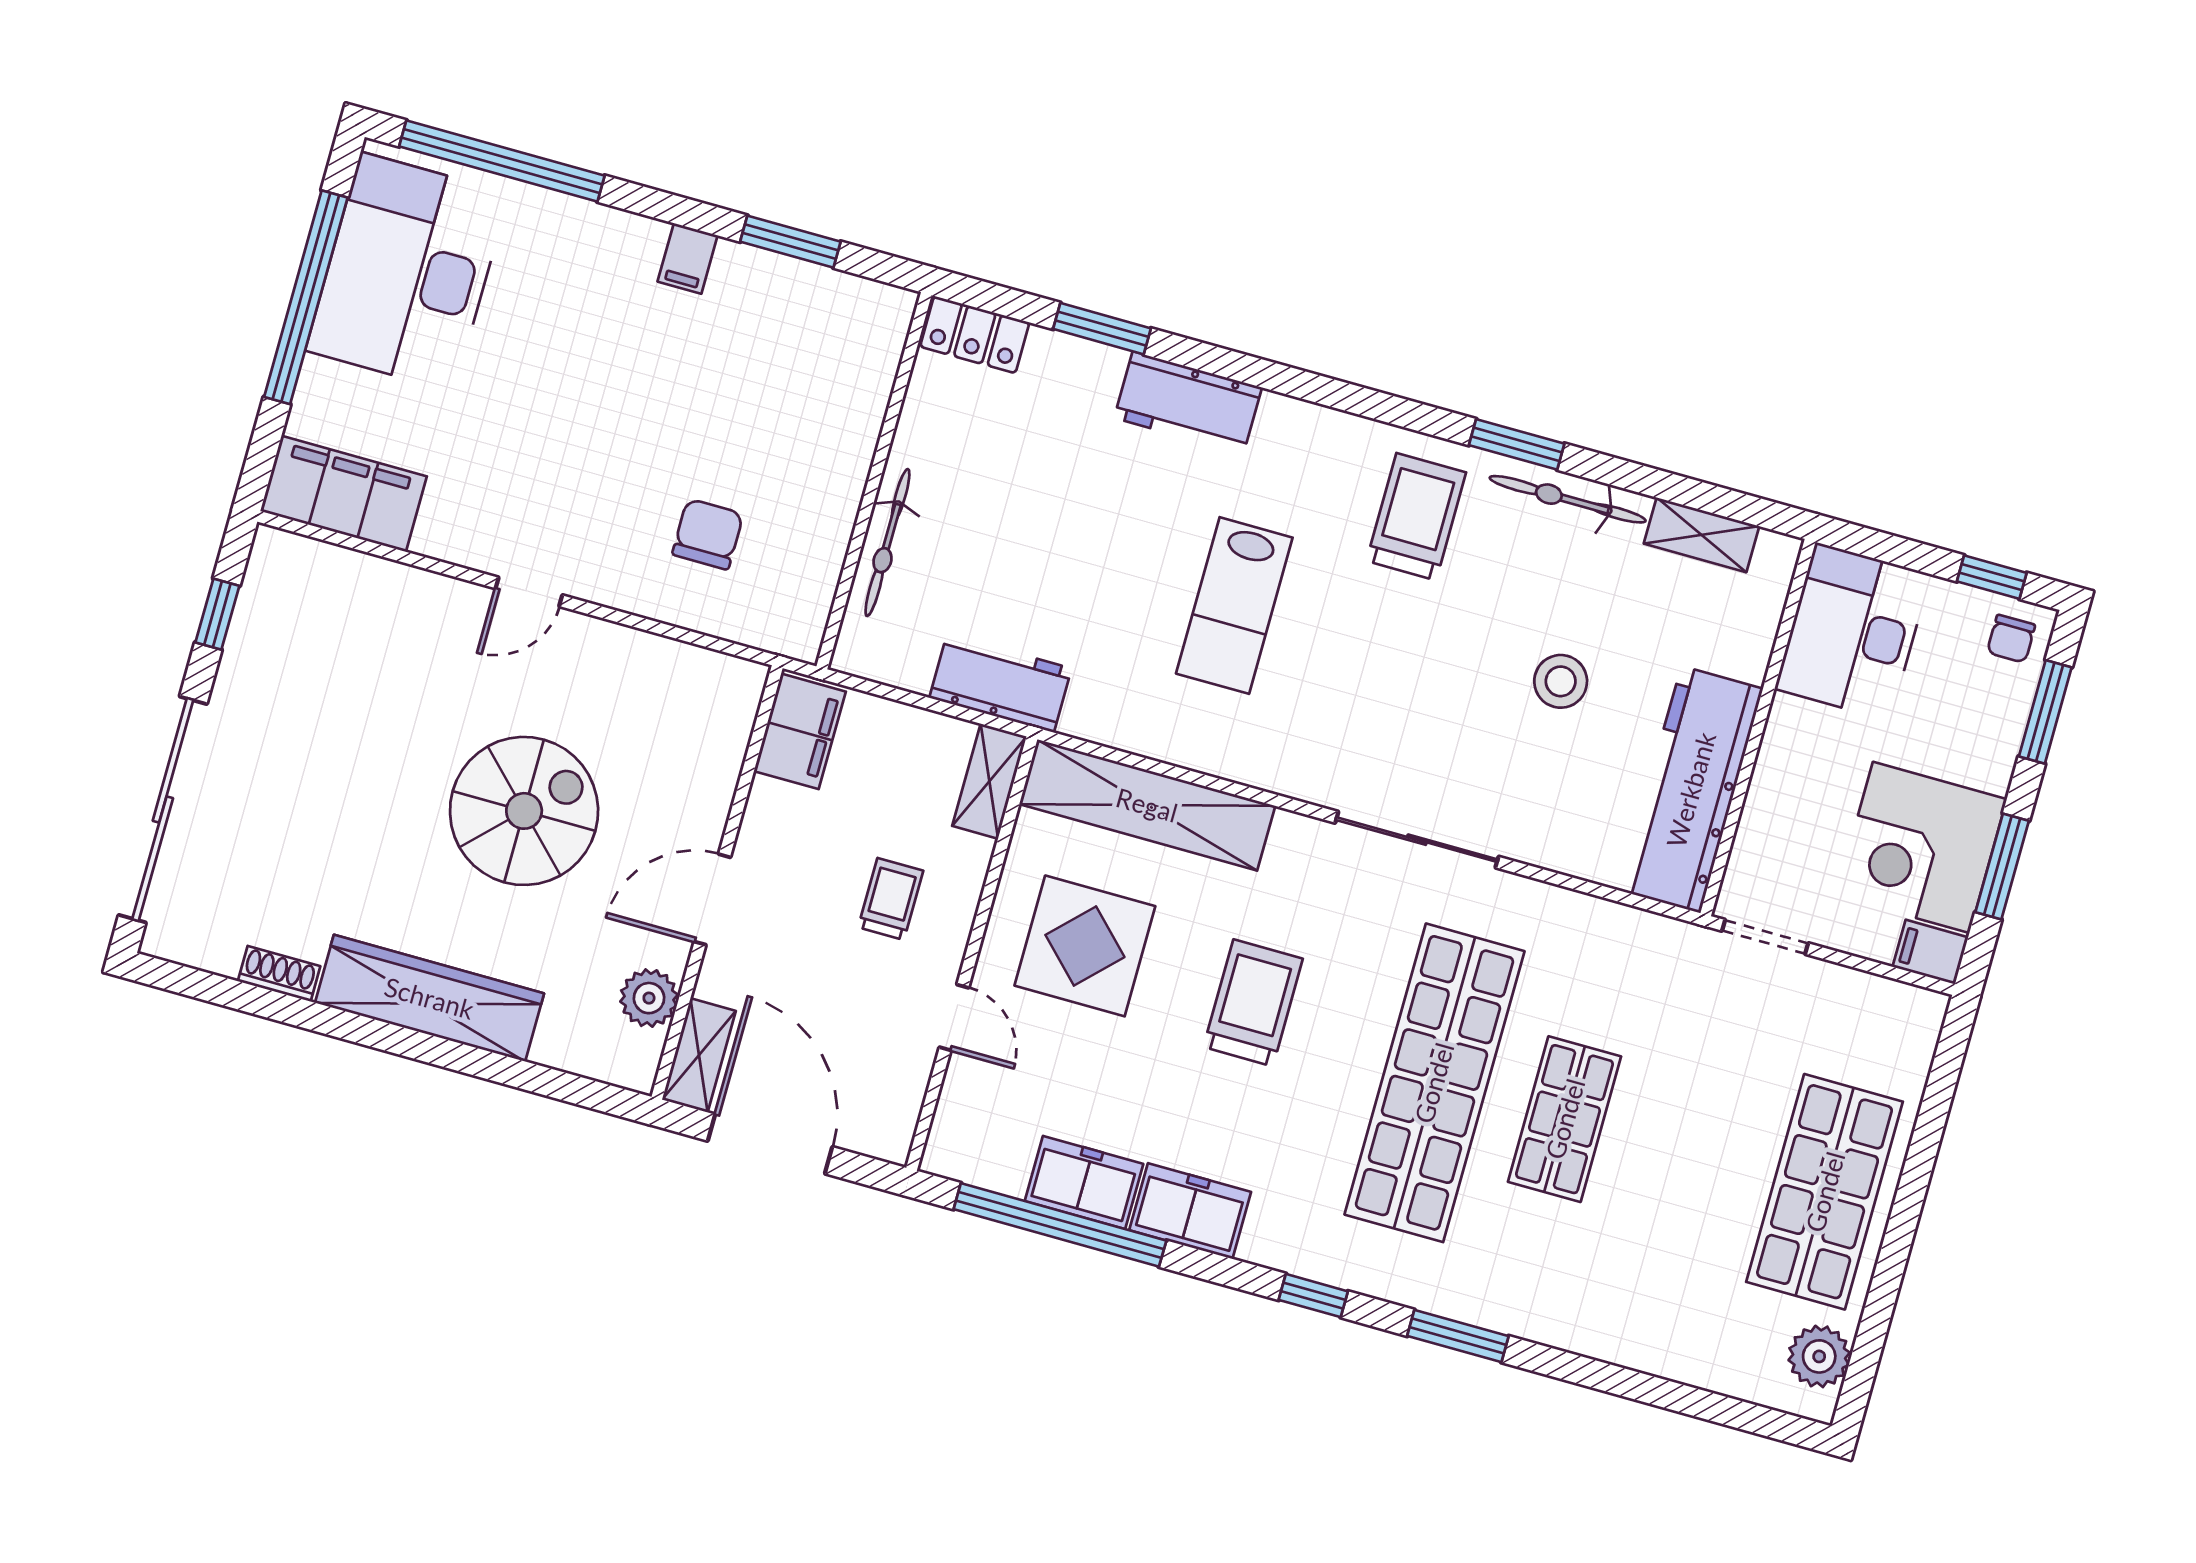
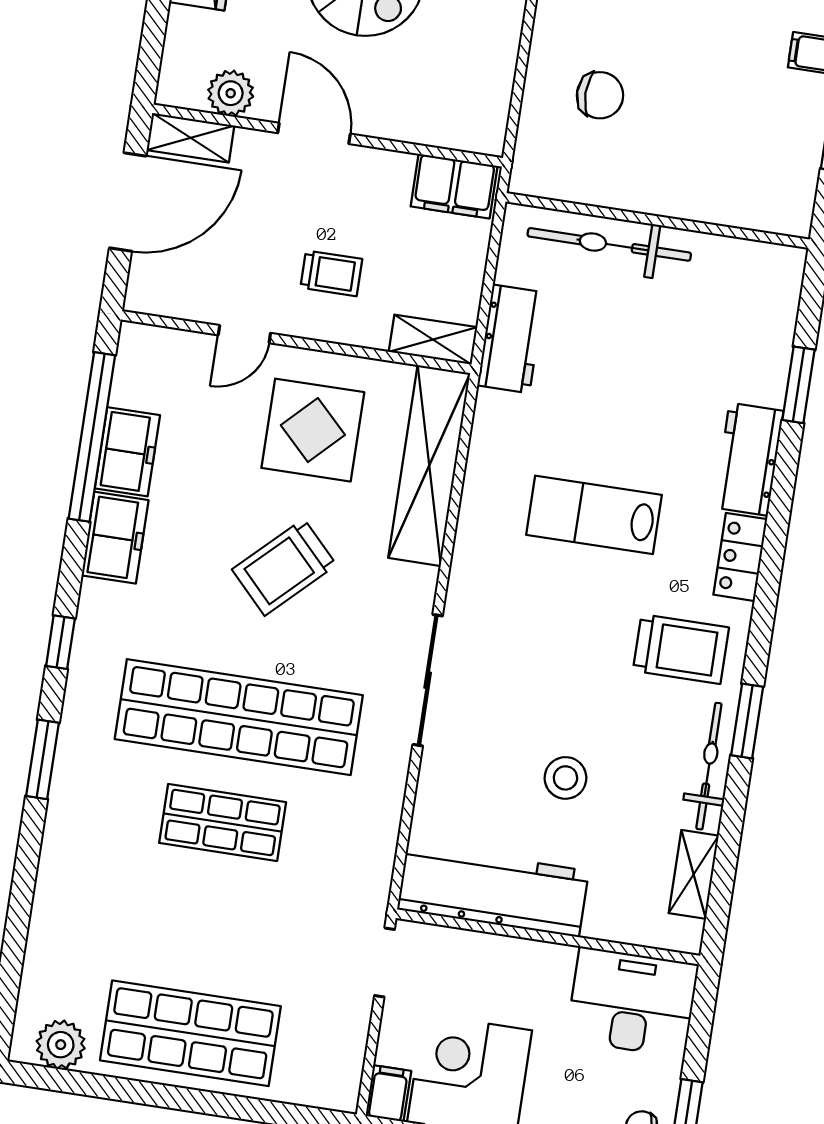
locker: (975, 335) -> (740, 557), moved
bicycle: (887, 543) -> (609, 244), width x1.37, depth x1.40
trolley: (1253, 1003) -> (284, 567), turned 136

